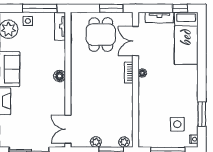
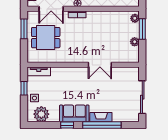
window: (40, 8) -> (24, 88), width x0.46
floor lamp: (60, 76) -> (80, 72), removed
double door: (68, 129) -> (100, 65), moved

